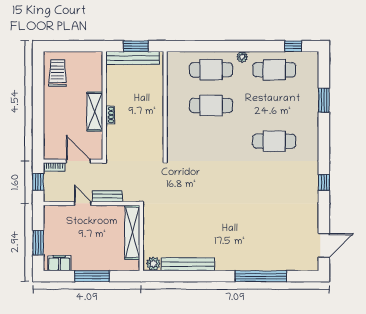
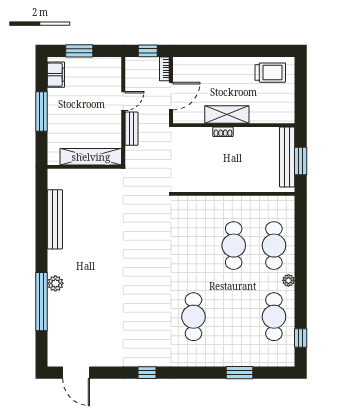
plant: (153, 264) -> (55, 283), moved

